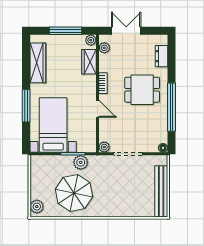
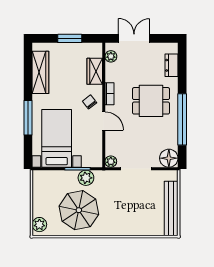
window: (65, 31) -> (70, 38), width x0.69
plant: (91, 40) -> (97, 48), removed
chair: (84, 91) -> (90, 102), added
floor lamp: (163, 148) -> (169, 158), width x1.89, depth x1.89

